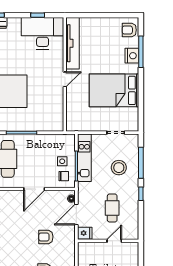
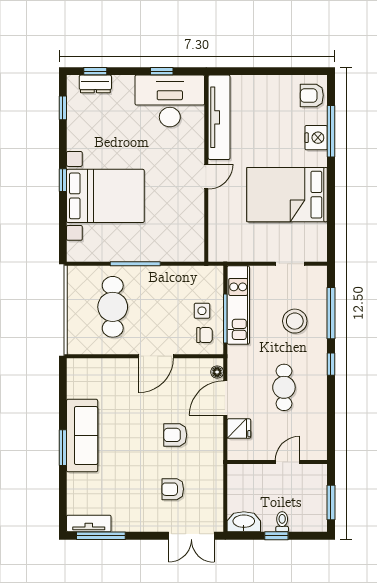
wall: (108, 241) -> (277, 462), moved
door: (114, 241) -> (287, 462), moved

